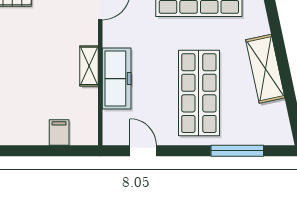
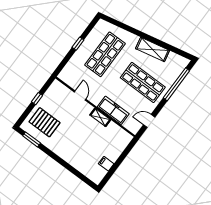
filing cabinet: (59, 132) -> (106, 164), moved
window: (237, 151) -> (176, 84), width x1.46

